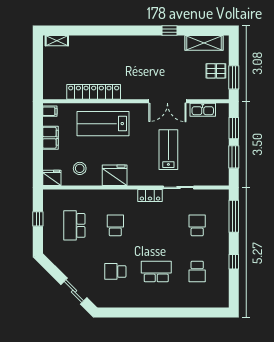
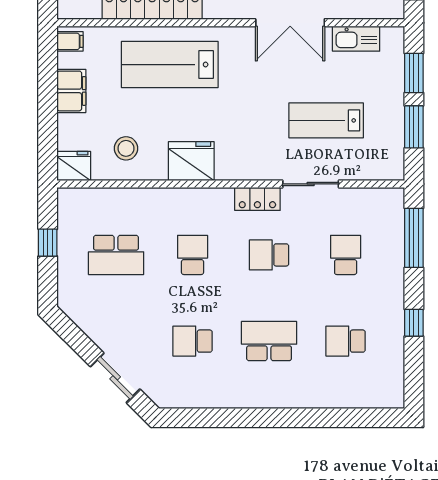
lab bench: (168, 150) -> (326, 120), moved, turned -90
school desk: (74, 225) -> (116, 255), turned -90
school desk: (156, 225) -> (269, 255), added
school desk: (197, 271) -> (346, 341), turned 90

